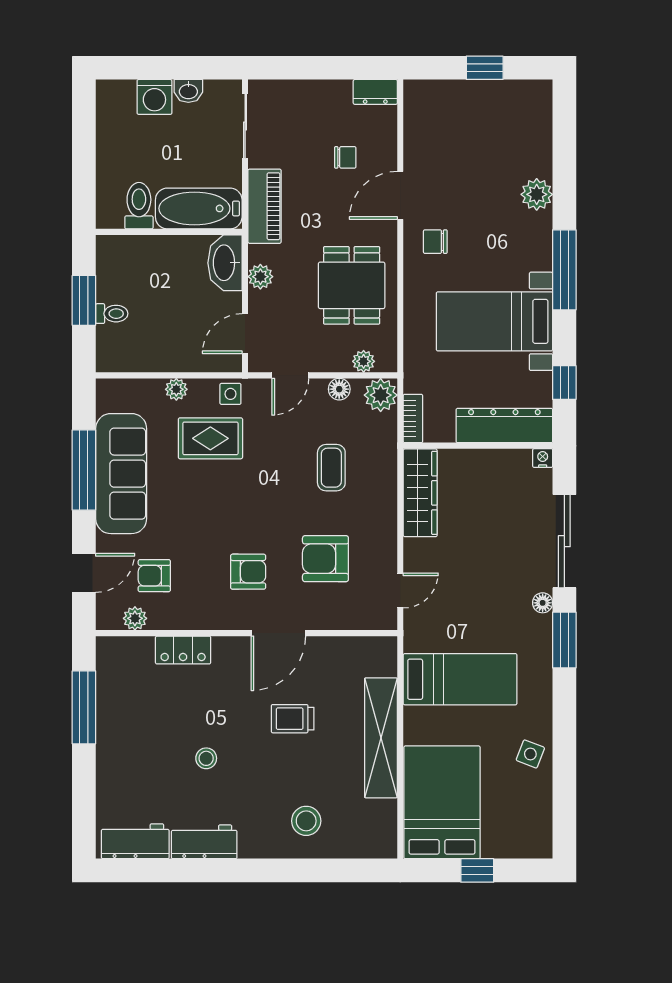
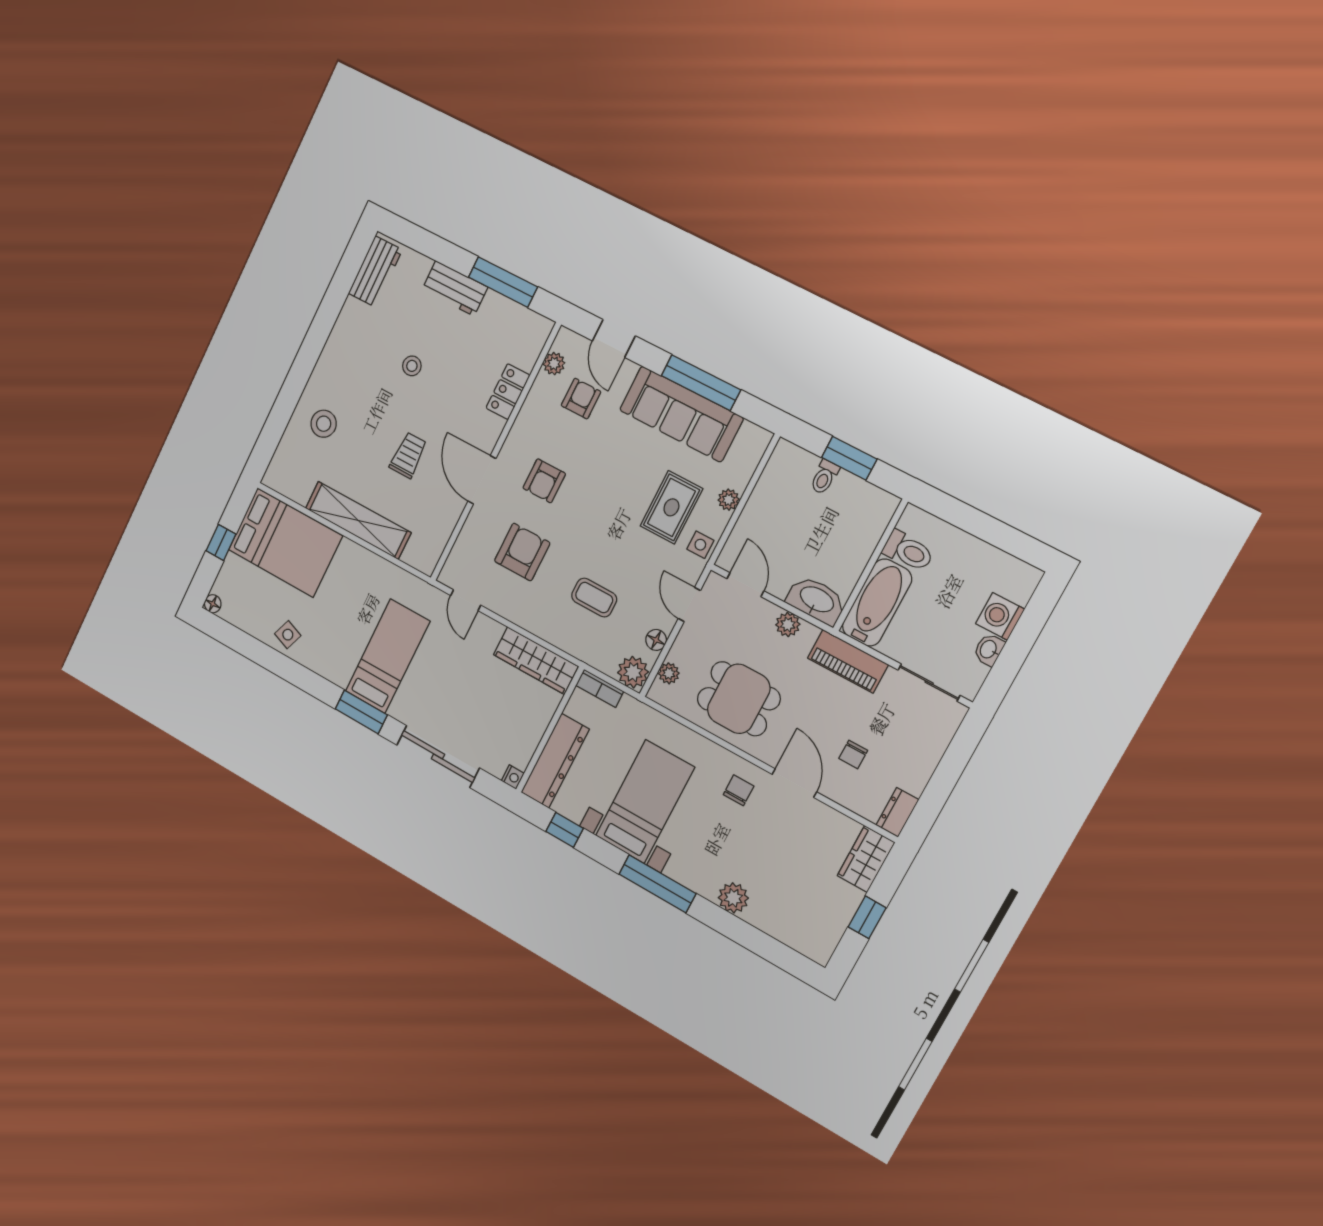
wardrobe: (433, 97) -> (866, 859), added
floor lamp: (543, 603) -> (213, 604), moved
bed: (460, 679) -> (388, 656), moved, turned 180
workbench: (204, 842) -> (455, 288), moved, turned 90

